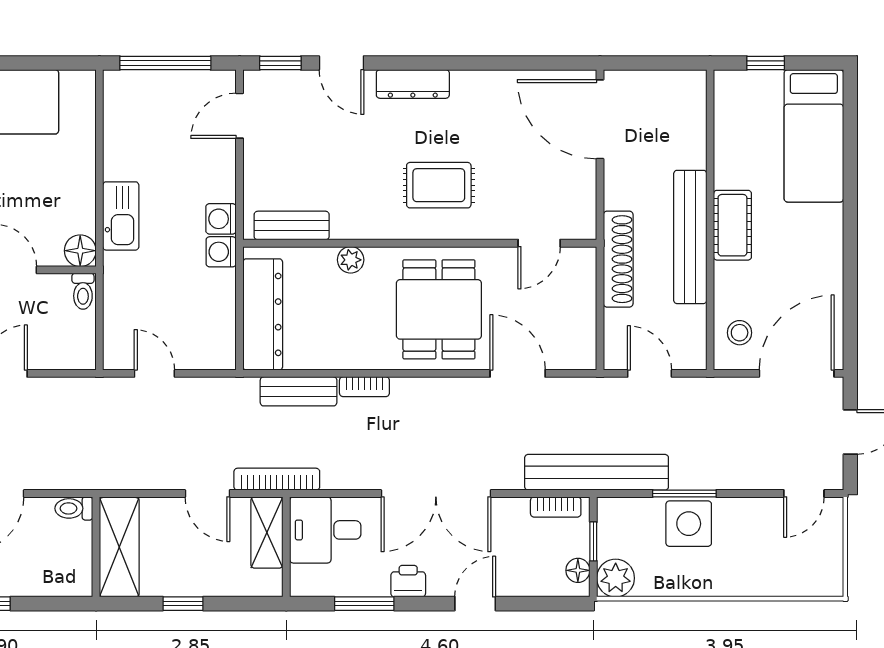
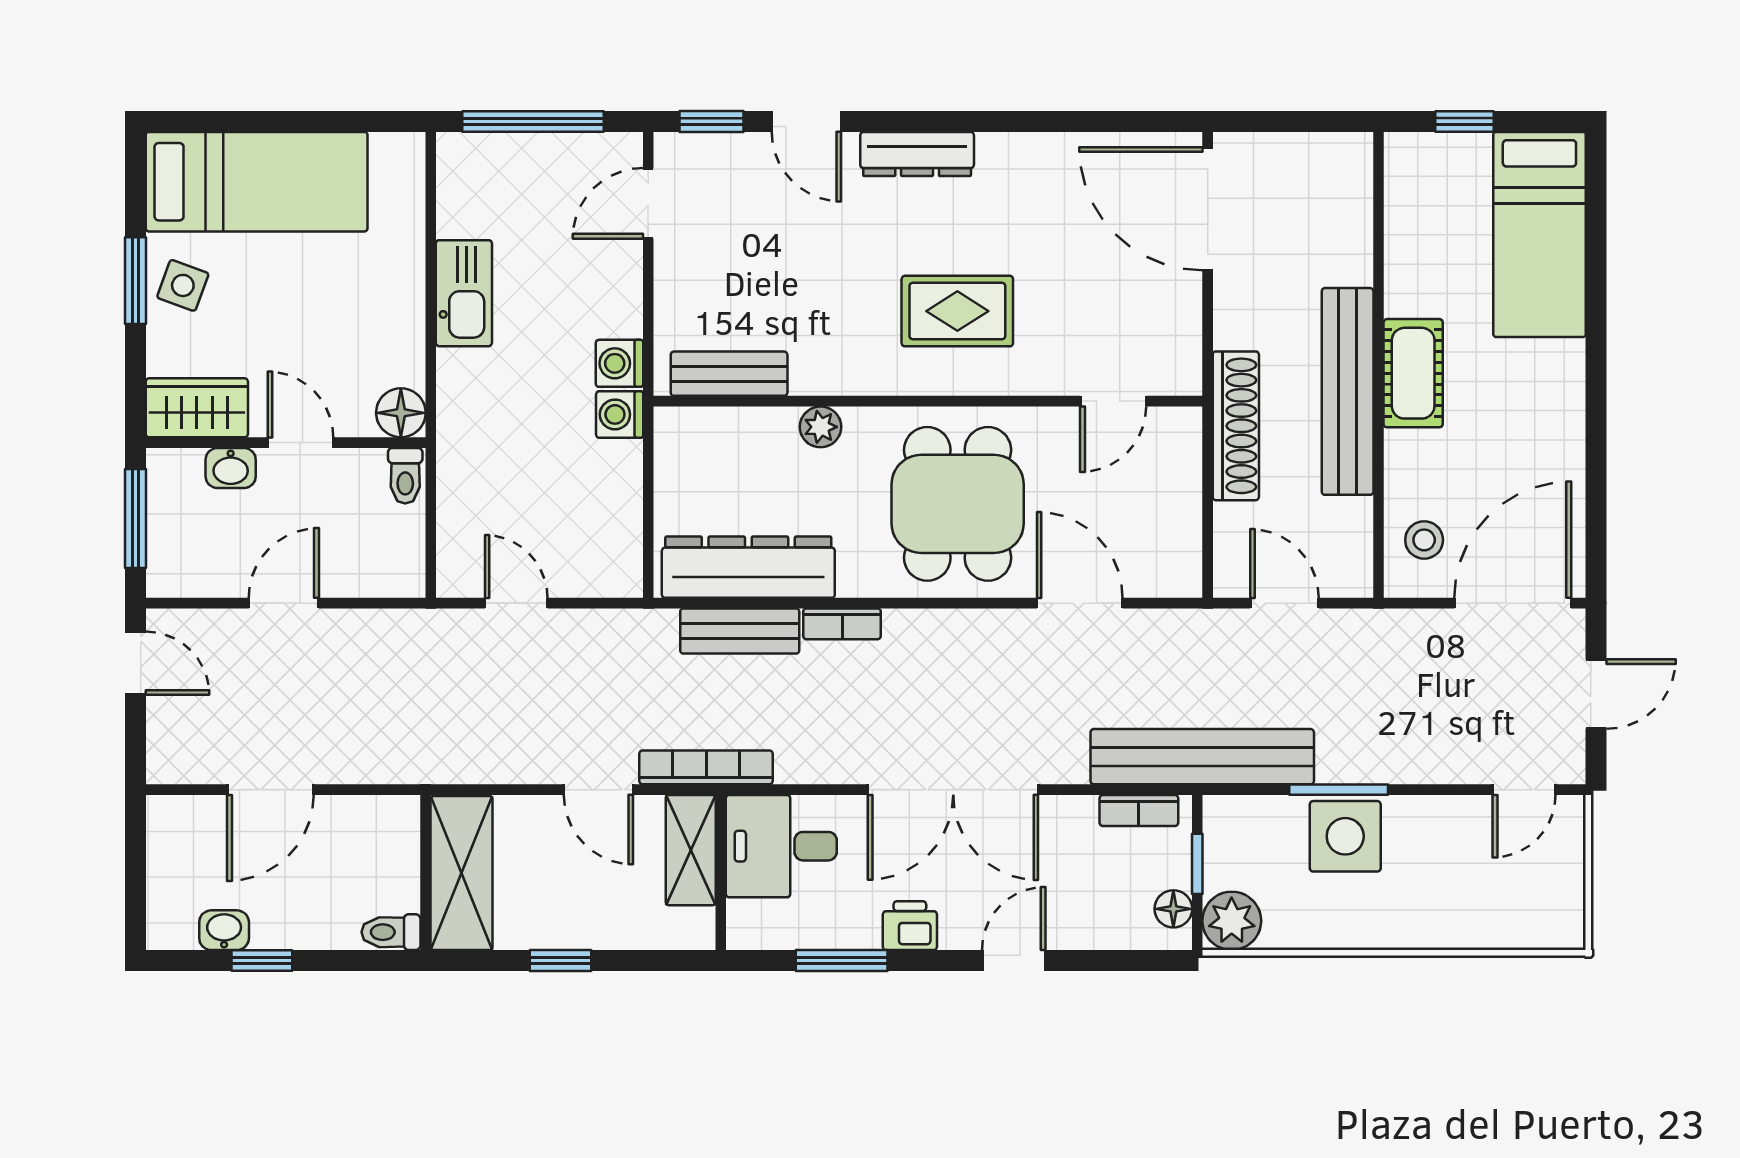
kitchen sink: (121, 216) -> (464, 293), moved
dresser: (263, 314) -> (748, 567), moved, turned -90
toilet: (74, 508) -> (391, 932), moved

